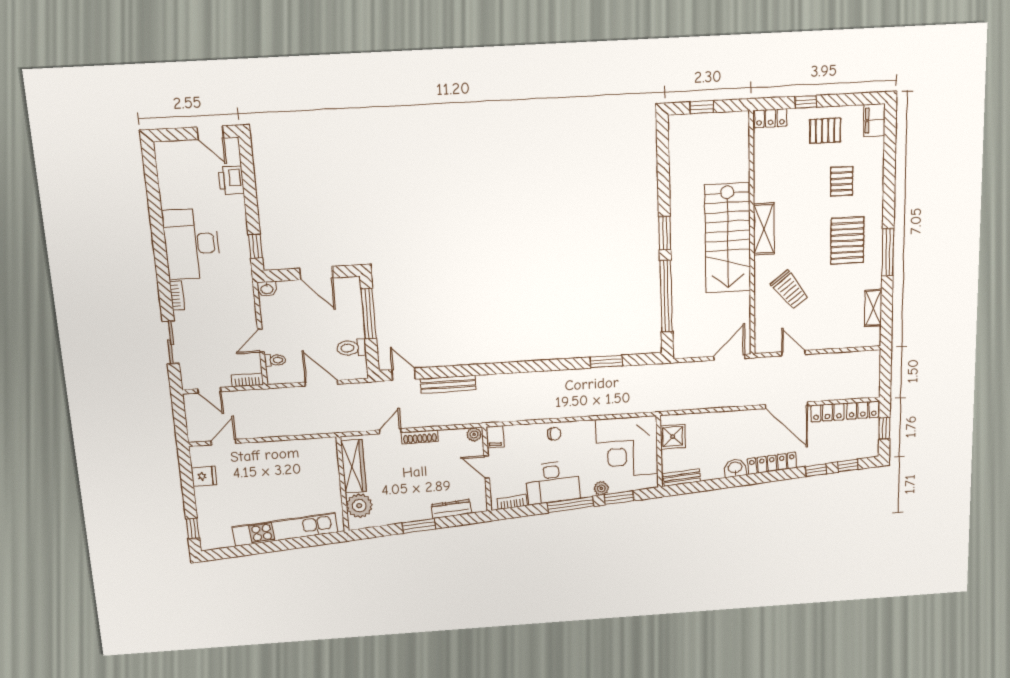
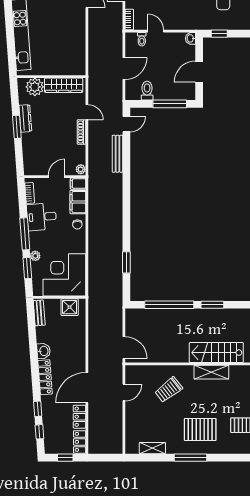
stairs: (728, 238) -> (216, 353), width x0.73, depth x0.66
filing cabinet: (522, 435) -> (78, 202), added
desk: (552, 483) -> (42, 217), width x0.73
dresser: (451, 509) -> (25, 118), moved

